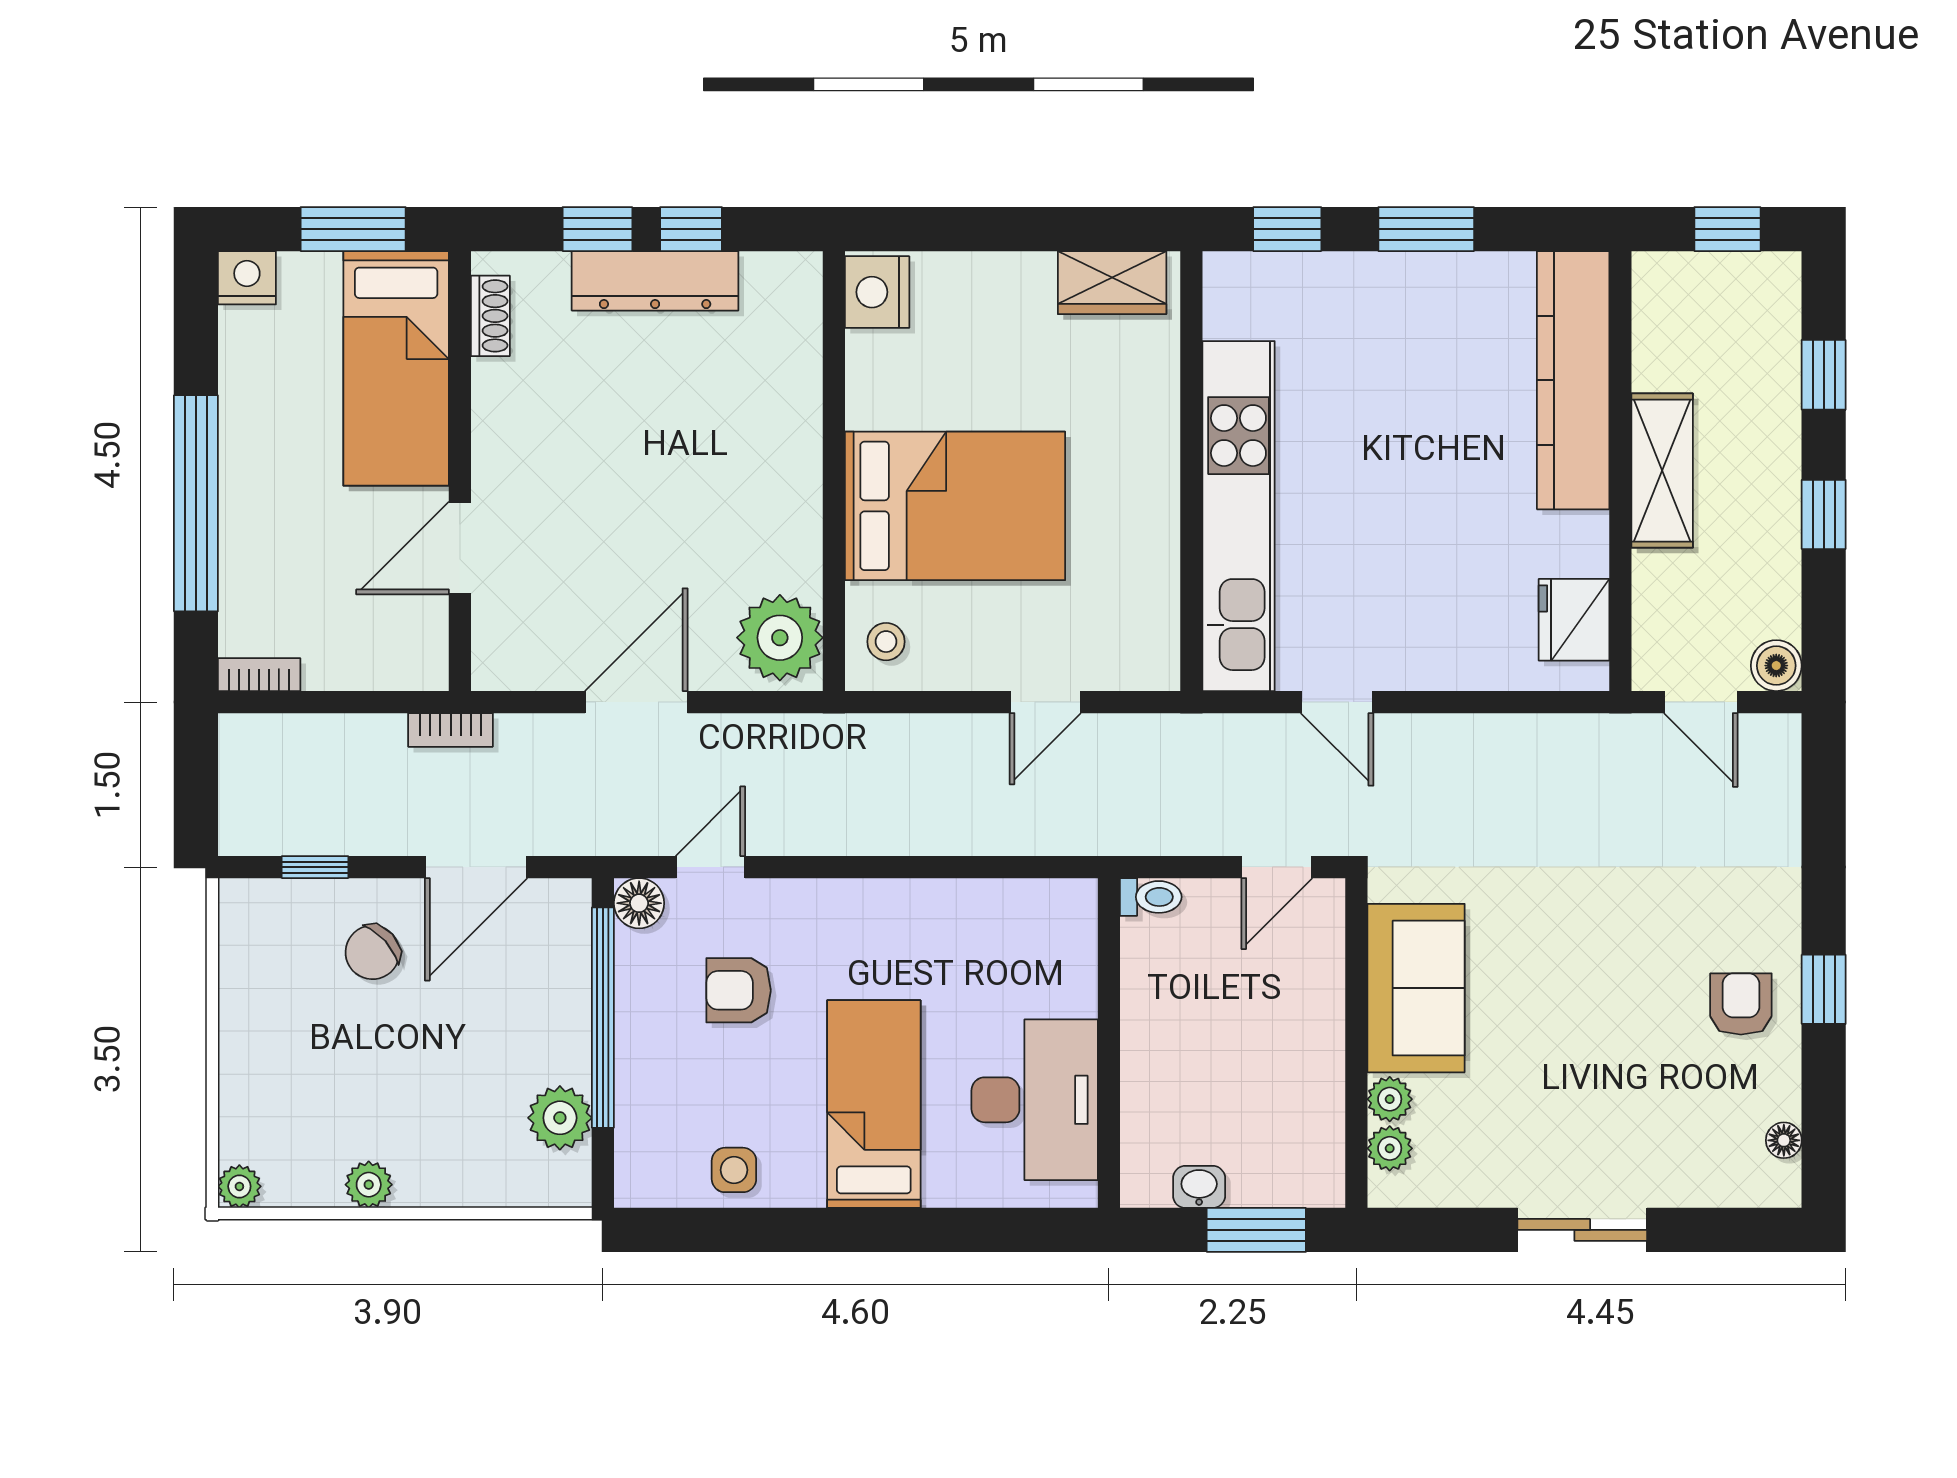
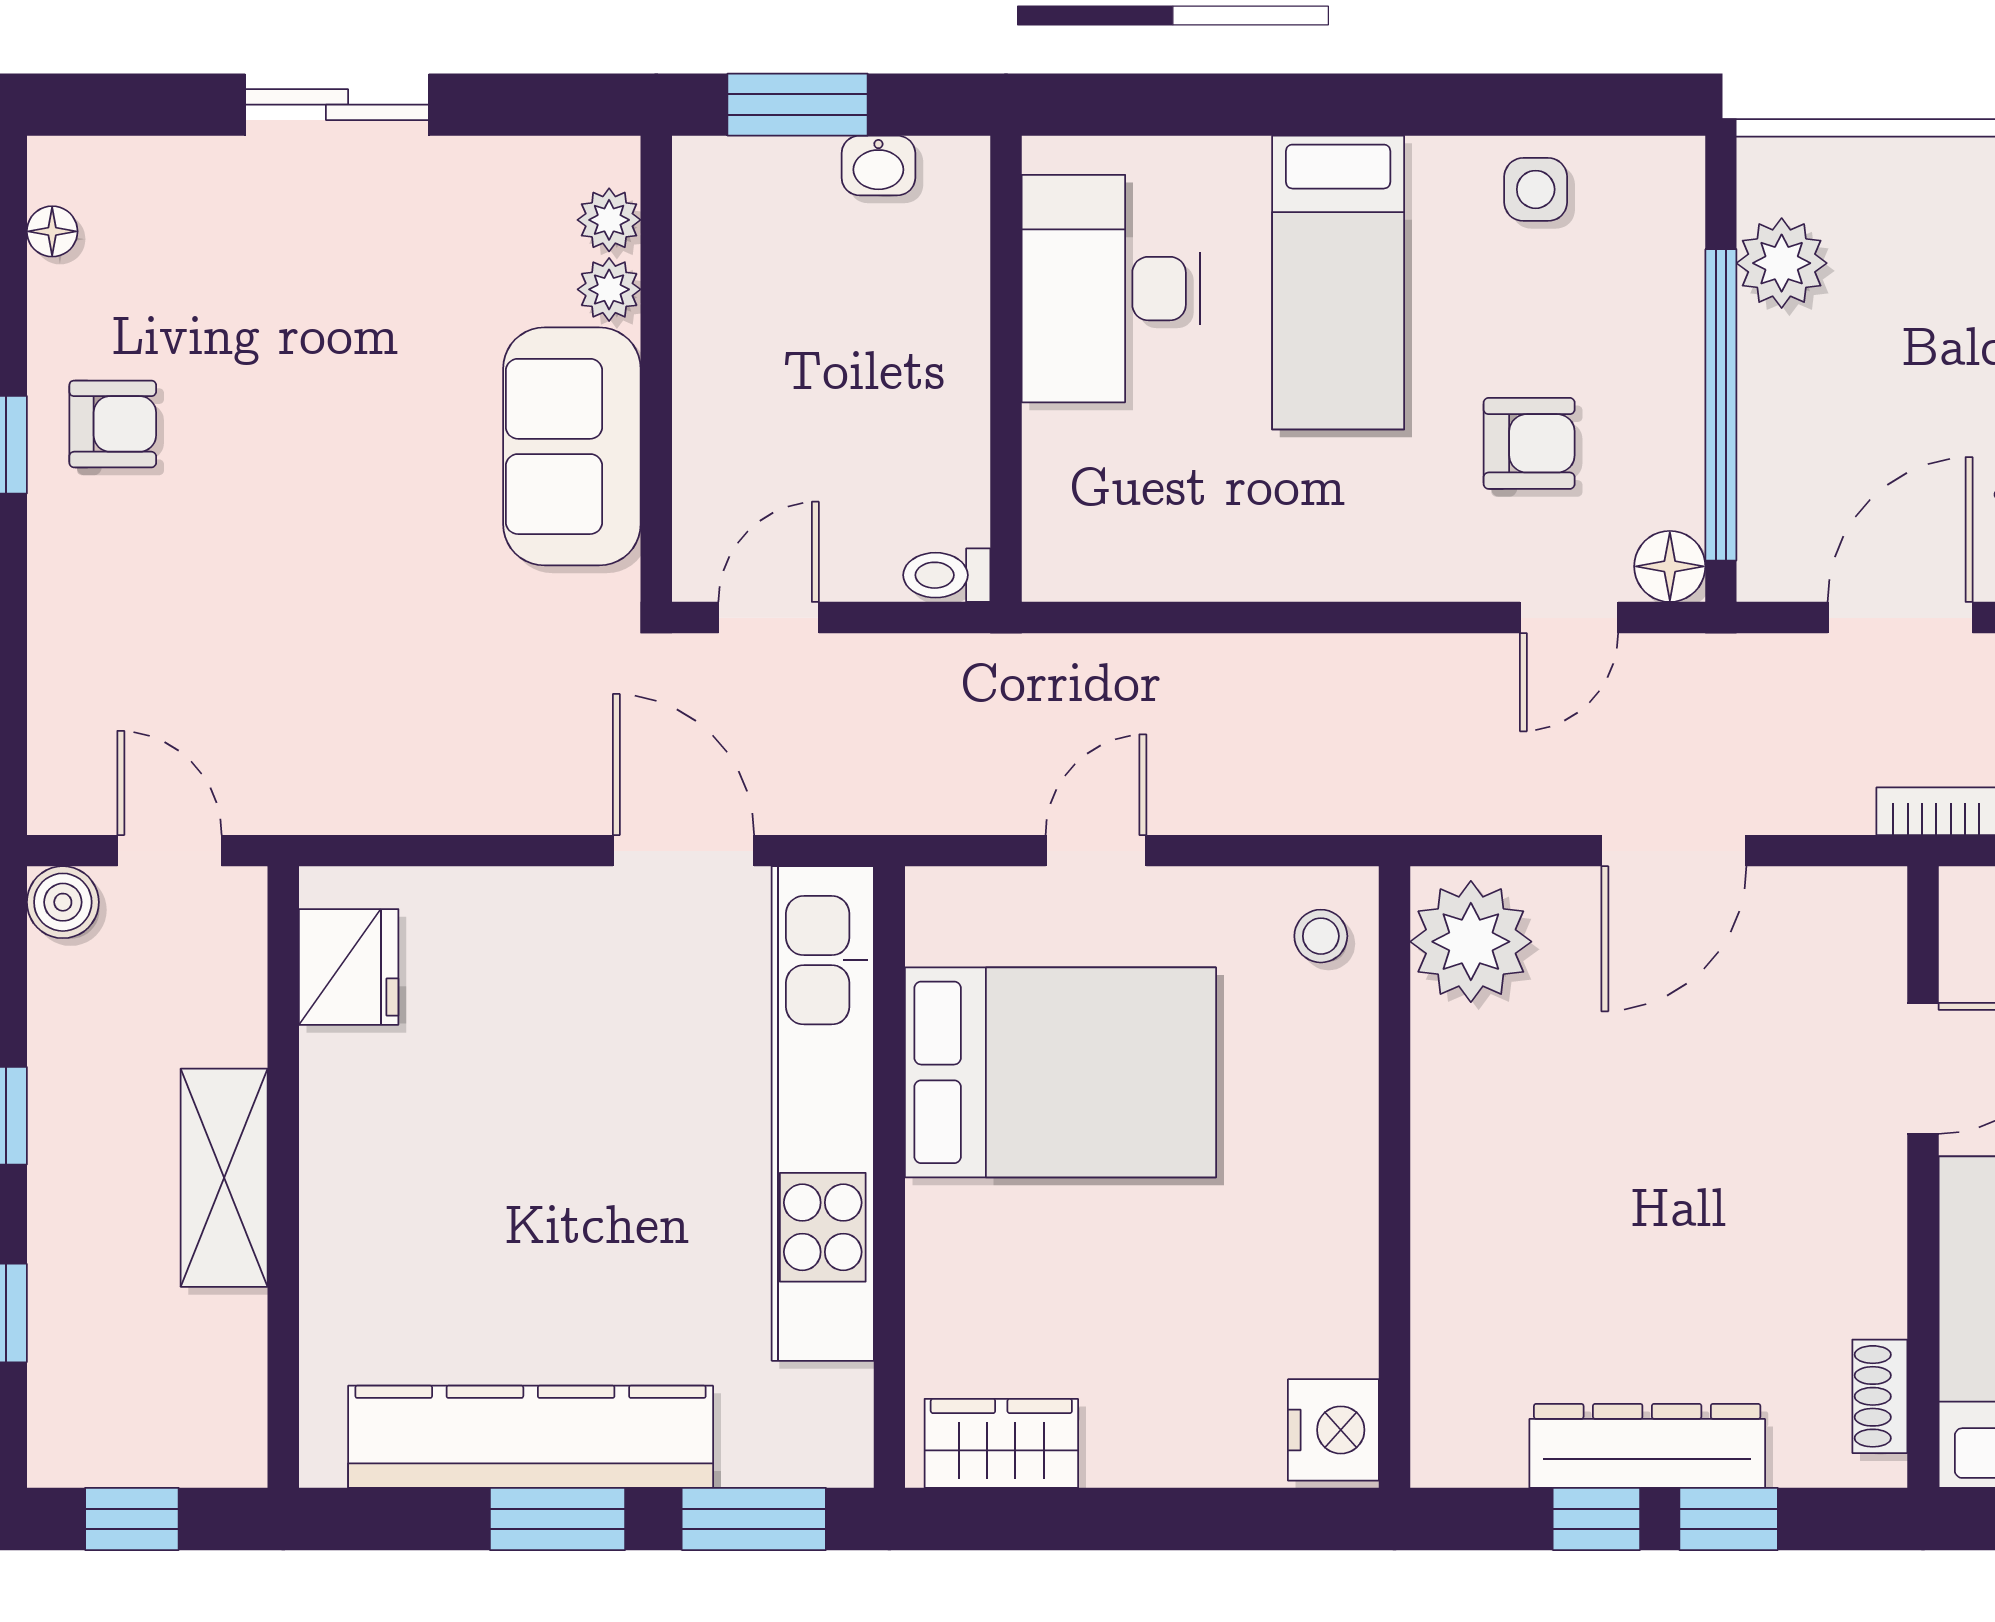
window: (1287, 229) -> (754, 1519), width x1.50
kitchen counter: (1573, 380) -> (531, 1437), moved, turned -90
bed: (955, 506) -> (1061, 1072), moved, turned 180
door: (1337, 702) -> (683, 851), width x1.38
armchair: (1741, 1004) -> (113, 424), turned -90

